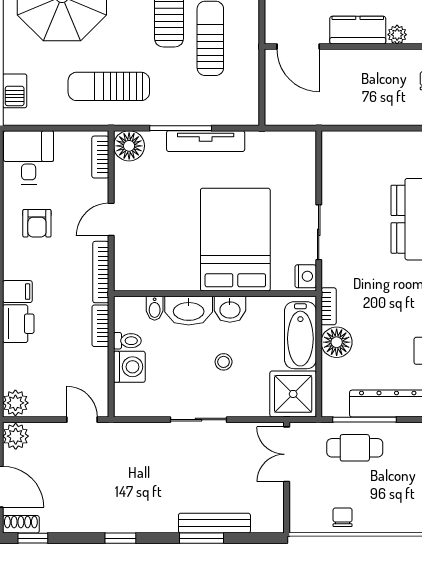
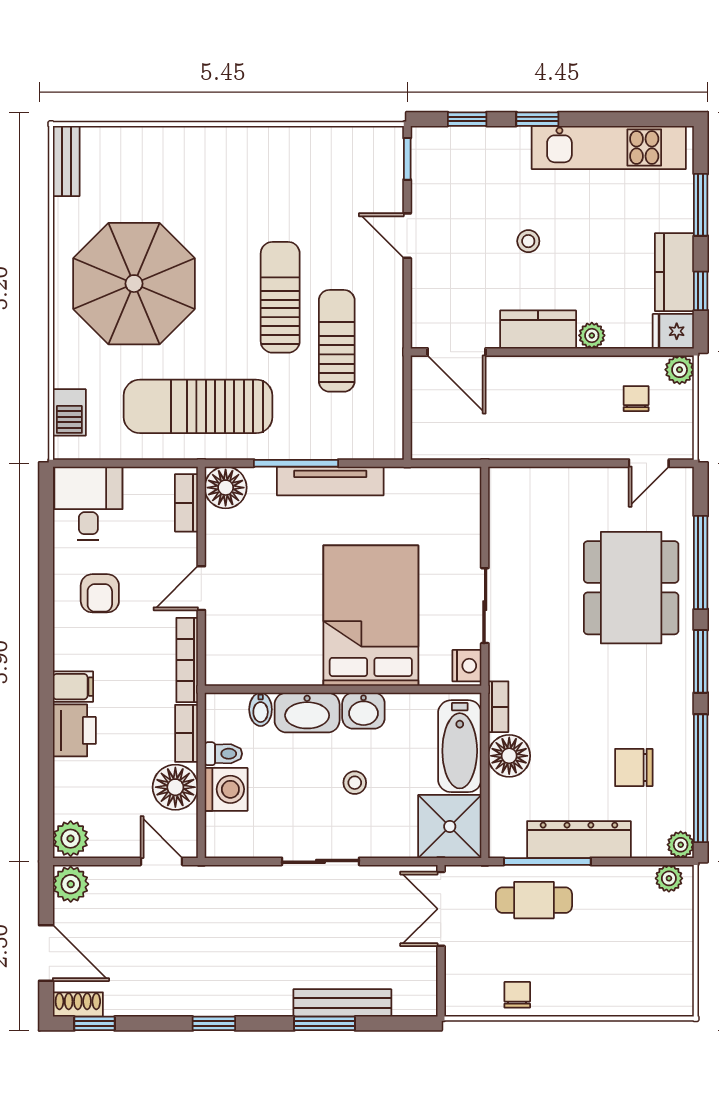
sun lounger: (109, 86) -> (198, 406), width x1.36, depth x1.34
floor lamp: (92, 365) -> (175, 787), added

